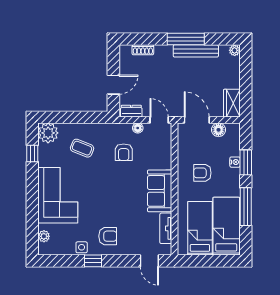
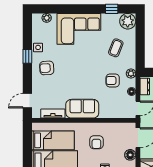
plant: (115, 129) -> (131, 73), added
armchair: (202, 173) -> (96, 142), turned 180
armchair: (108, 236) -> (47, 68), turned 87

